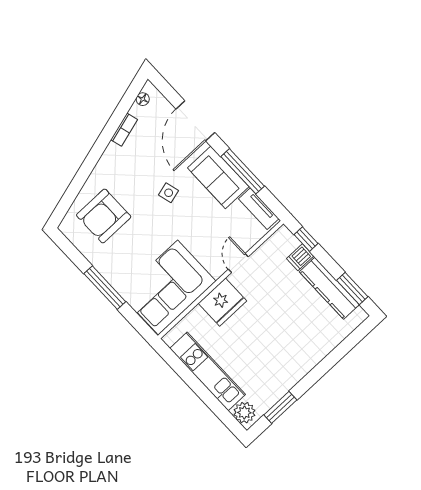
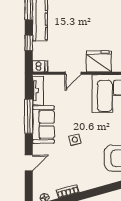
door: (195, 121) -> (29, 163), width x0.53
window: (306, 239) -> (29, 43), moved
dishwasher: (300, 257) -> (40, 66), moved

